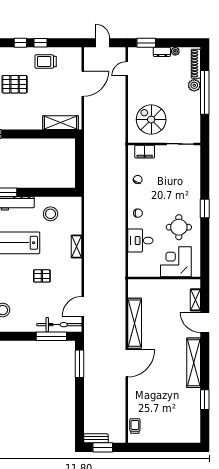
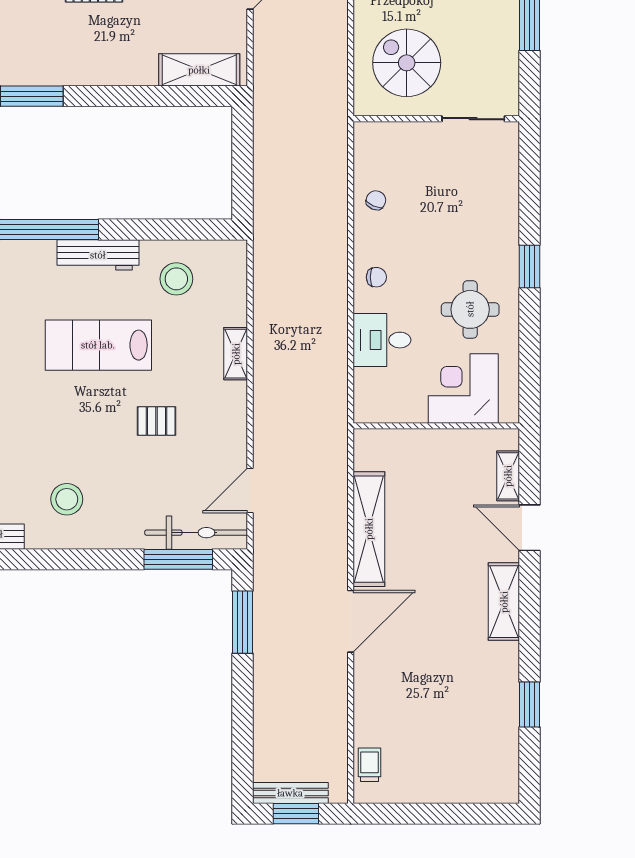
filing cabinet: (145, 152) -> (392, 136), removed
shelving: (194, 363) -> (504, 602), width x0.68
bench: (96, 438) -> (290, 793), width x1.36

